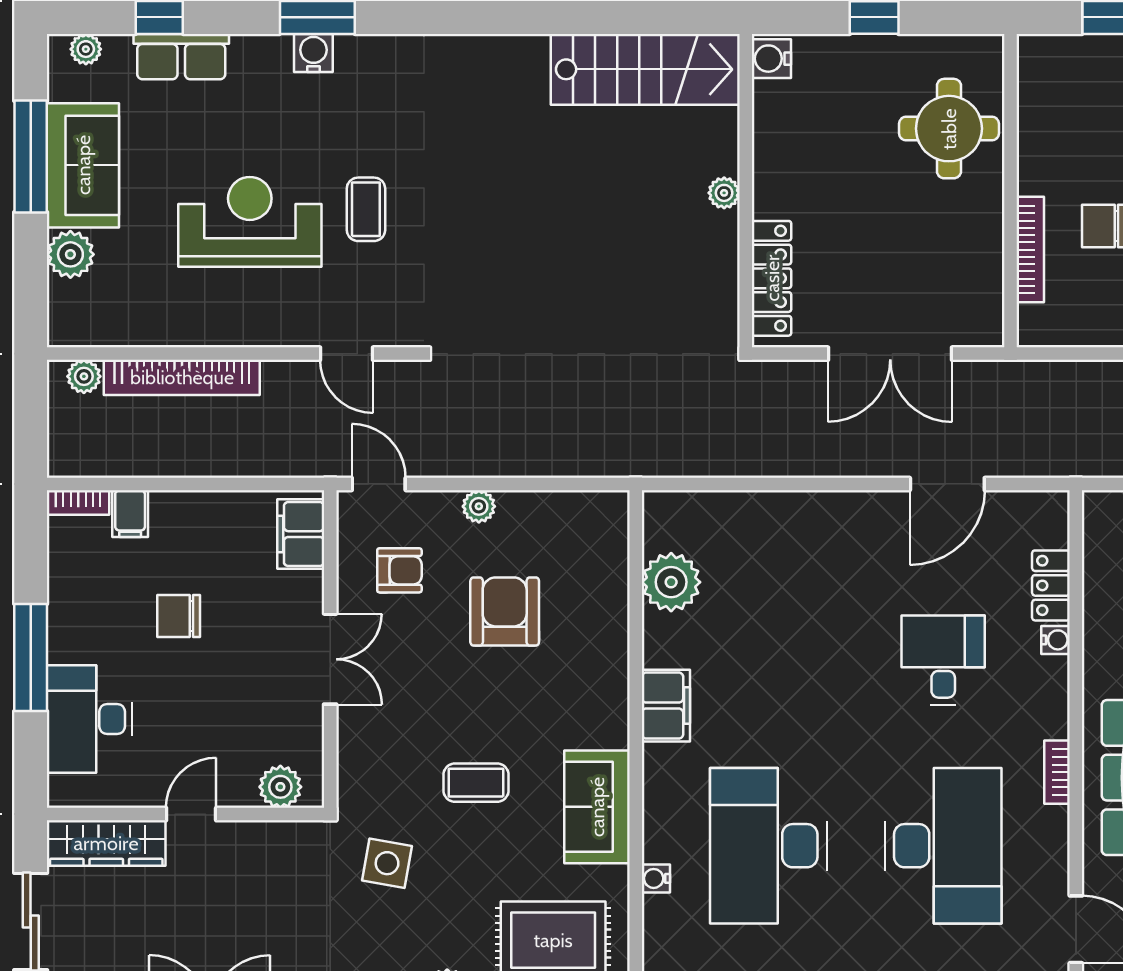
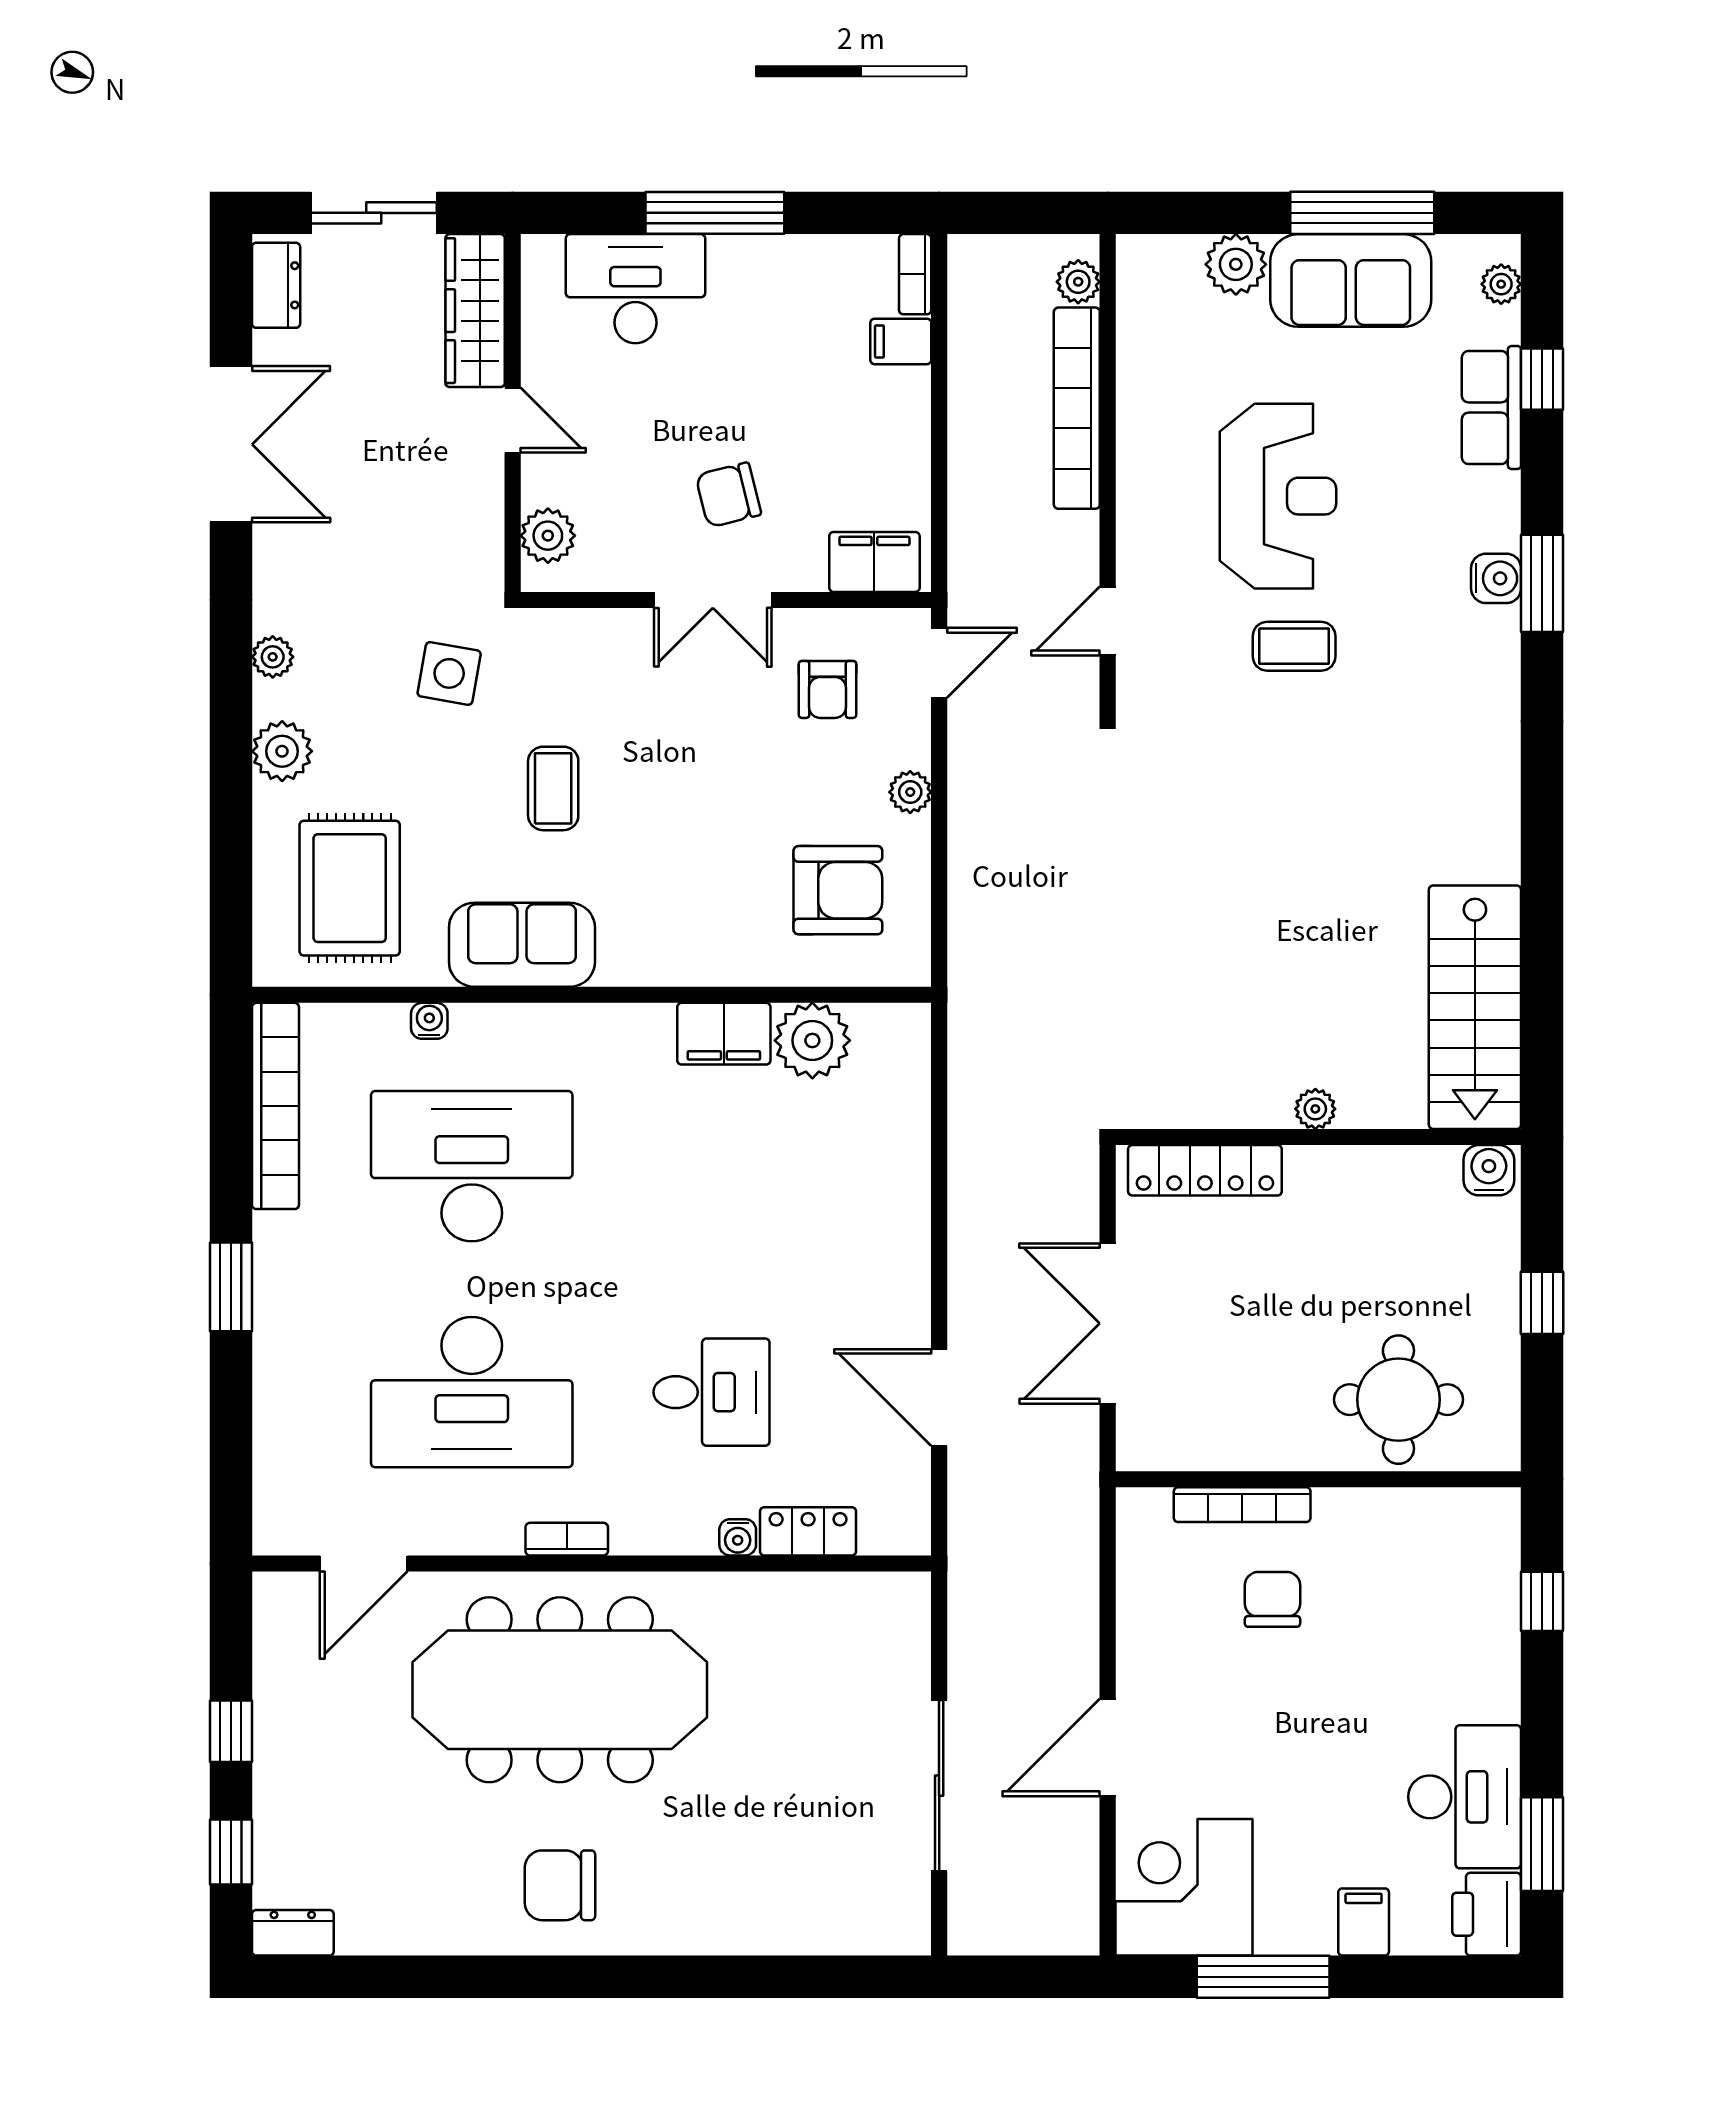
armchair: (505, 612) -> (838, 890), moved
chair: (179, 616) -> (728, 495), moved, turned -104
filing cabinet: (666, 706) -> (724, 1034), moved

